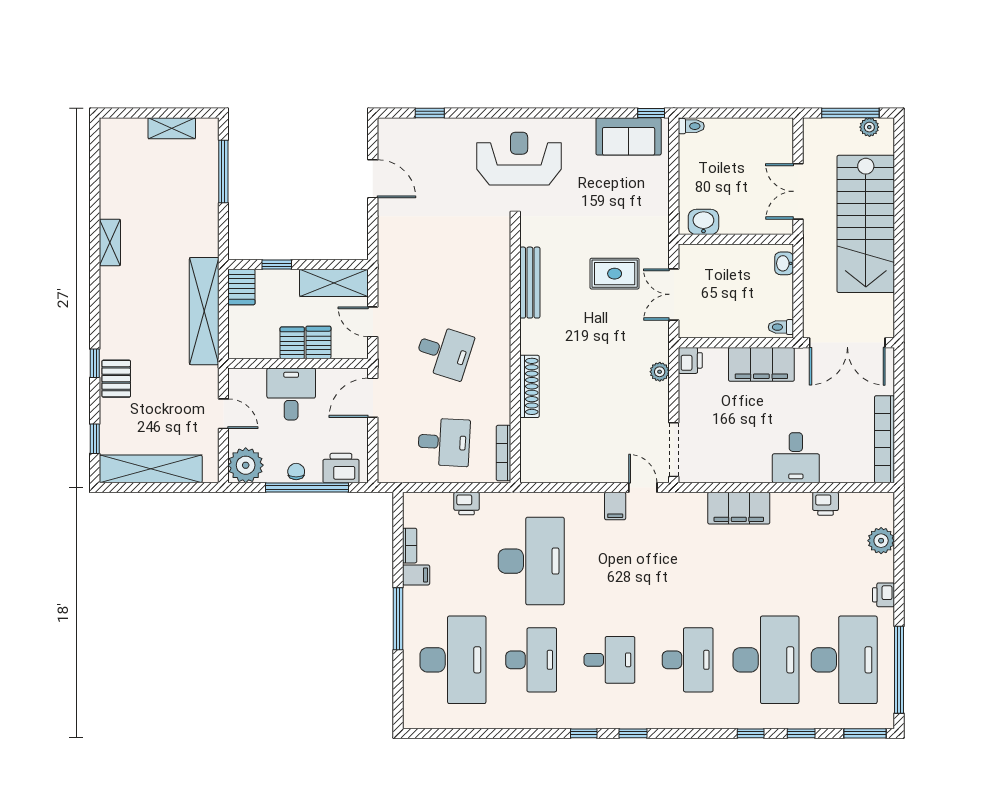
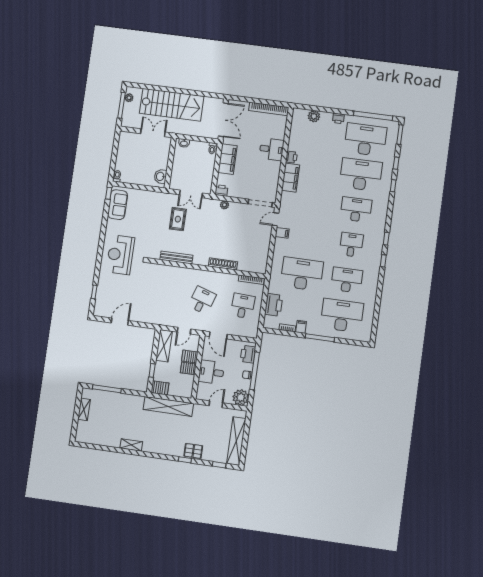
double door: (798, 191) -> (153, 133), swing flipped
printer: (467, 504) -> (274, 305), width x1.87, depth x1.48
printer: (826, 504) -> (291, 157), moved

